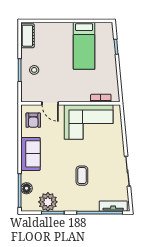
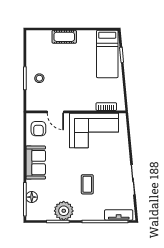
cot: (27, 36) -> (64, 37), moved, turned 90
bed: (84, 46) -> (107, 54), moved
plant: (48, 202) -> (64, 211), moved

